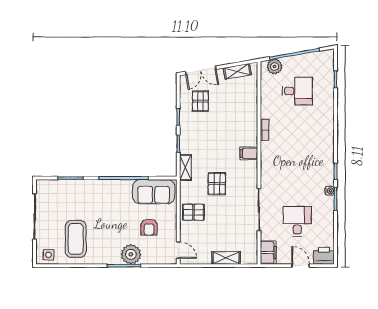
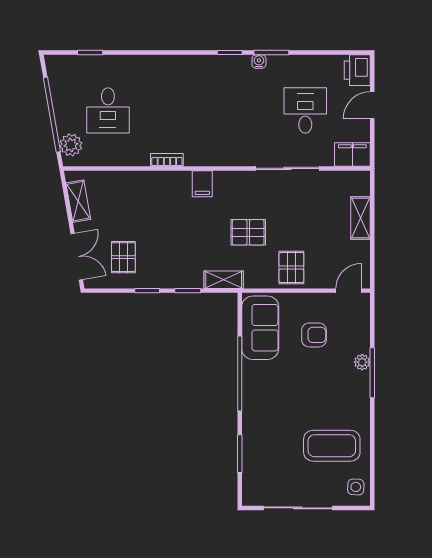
desk: (297, 91) -> (108, 110), turned 180
pallet: (200, 101) -> (123, 257), turned 90
desk: (297, 221) -> (305, 110), turned 90
plant: (131, 254) -> (362, 362), width x0.53, depth x0.53

